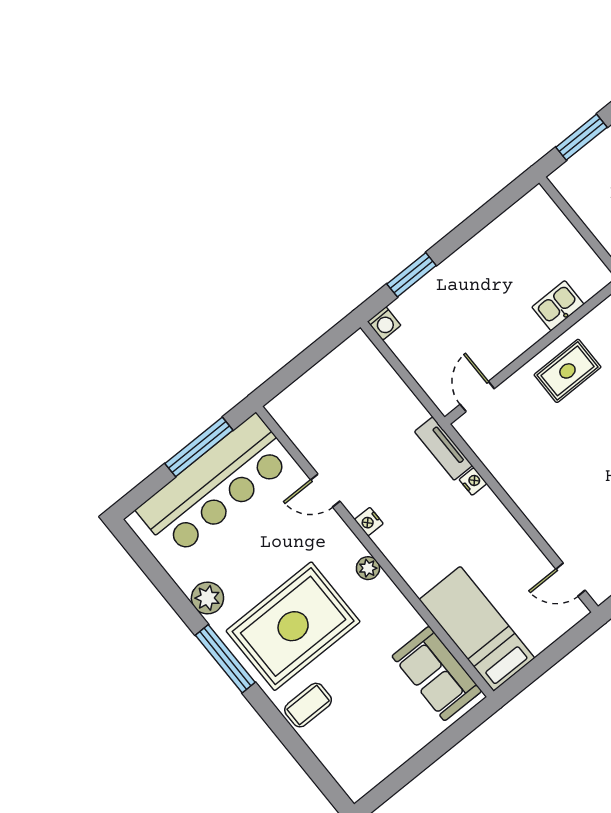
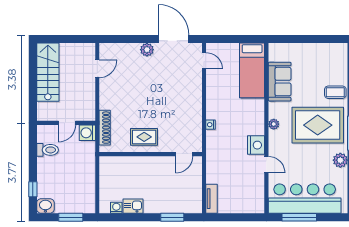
kitchen sink: (558, 306) -> (133, 206), moved, turned 180
washing machine: (384, 323) -> (116, 208), moved
tv unit: (443, 449) -> (212, 199), moved
nightstand: (369, 522) -> (256, 145), width x1.89, depth x1.79
sofa: (437, 674) -> (280, 82), moved

